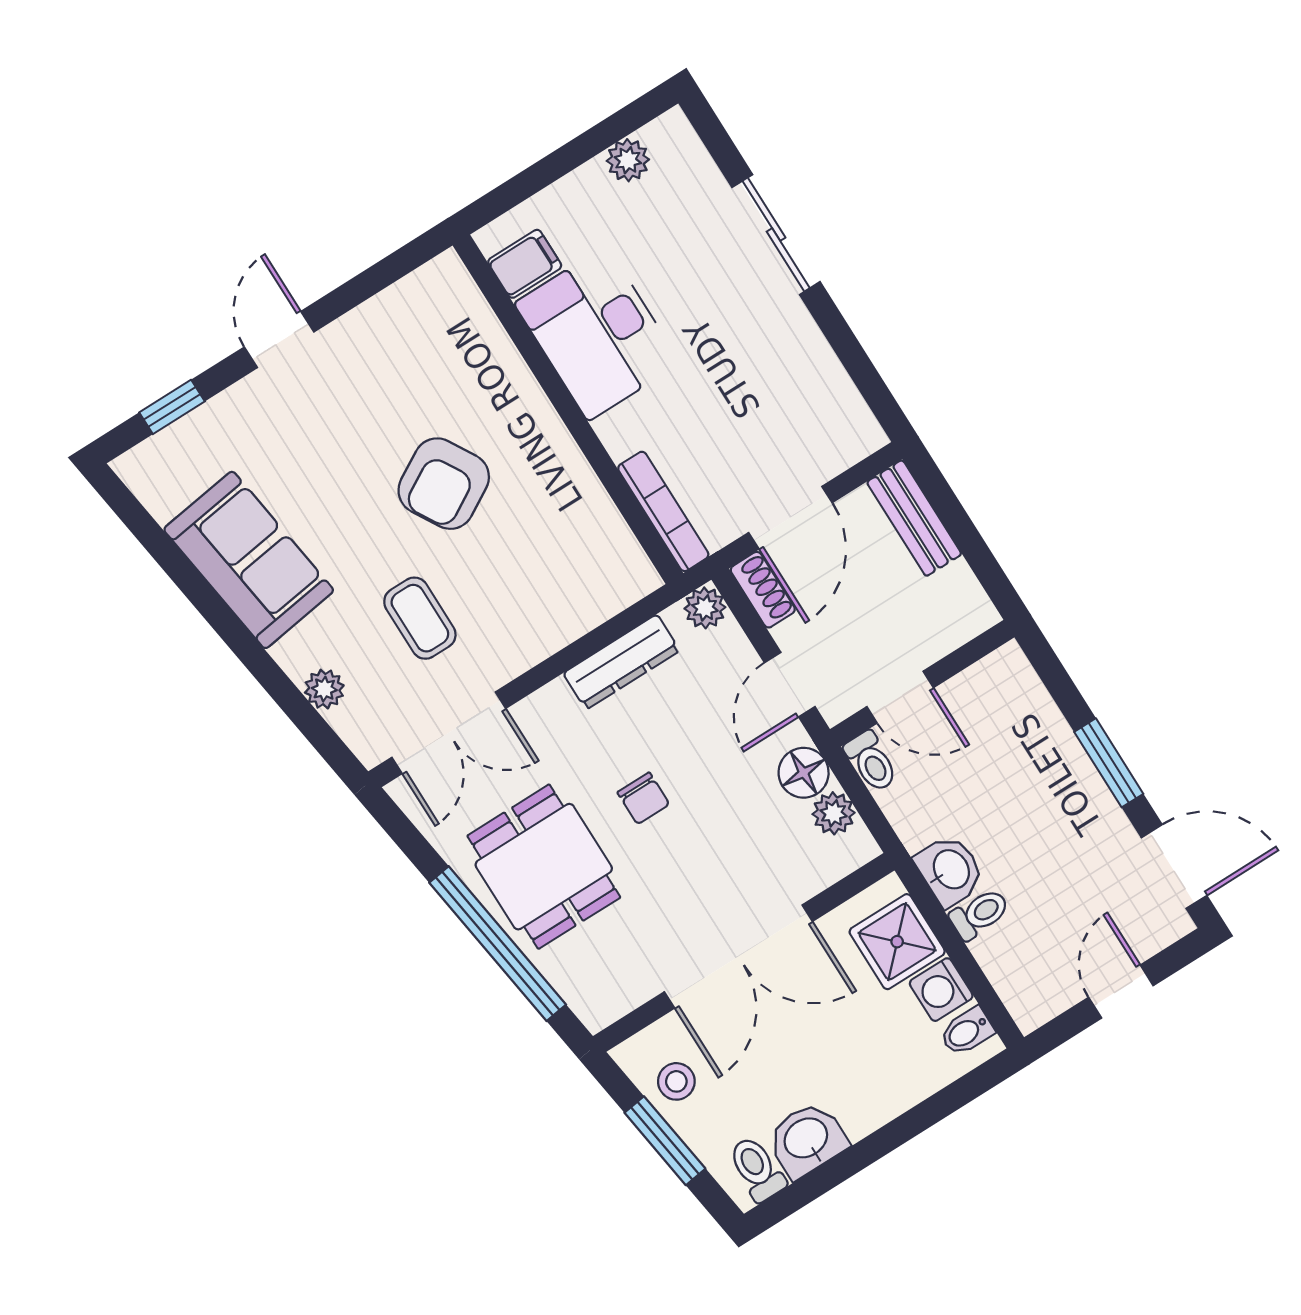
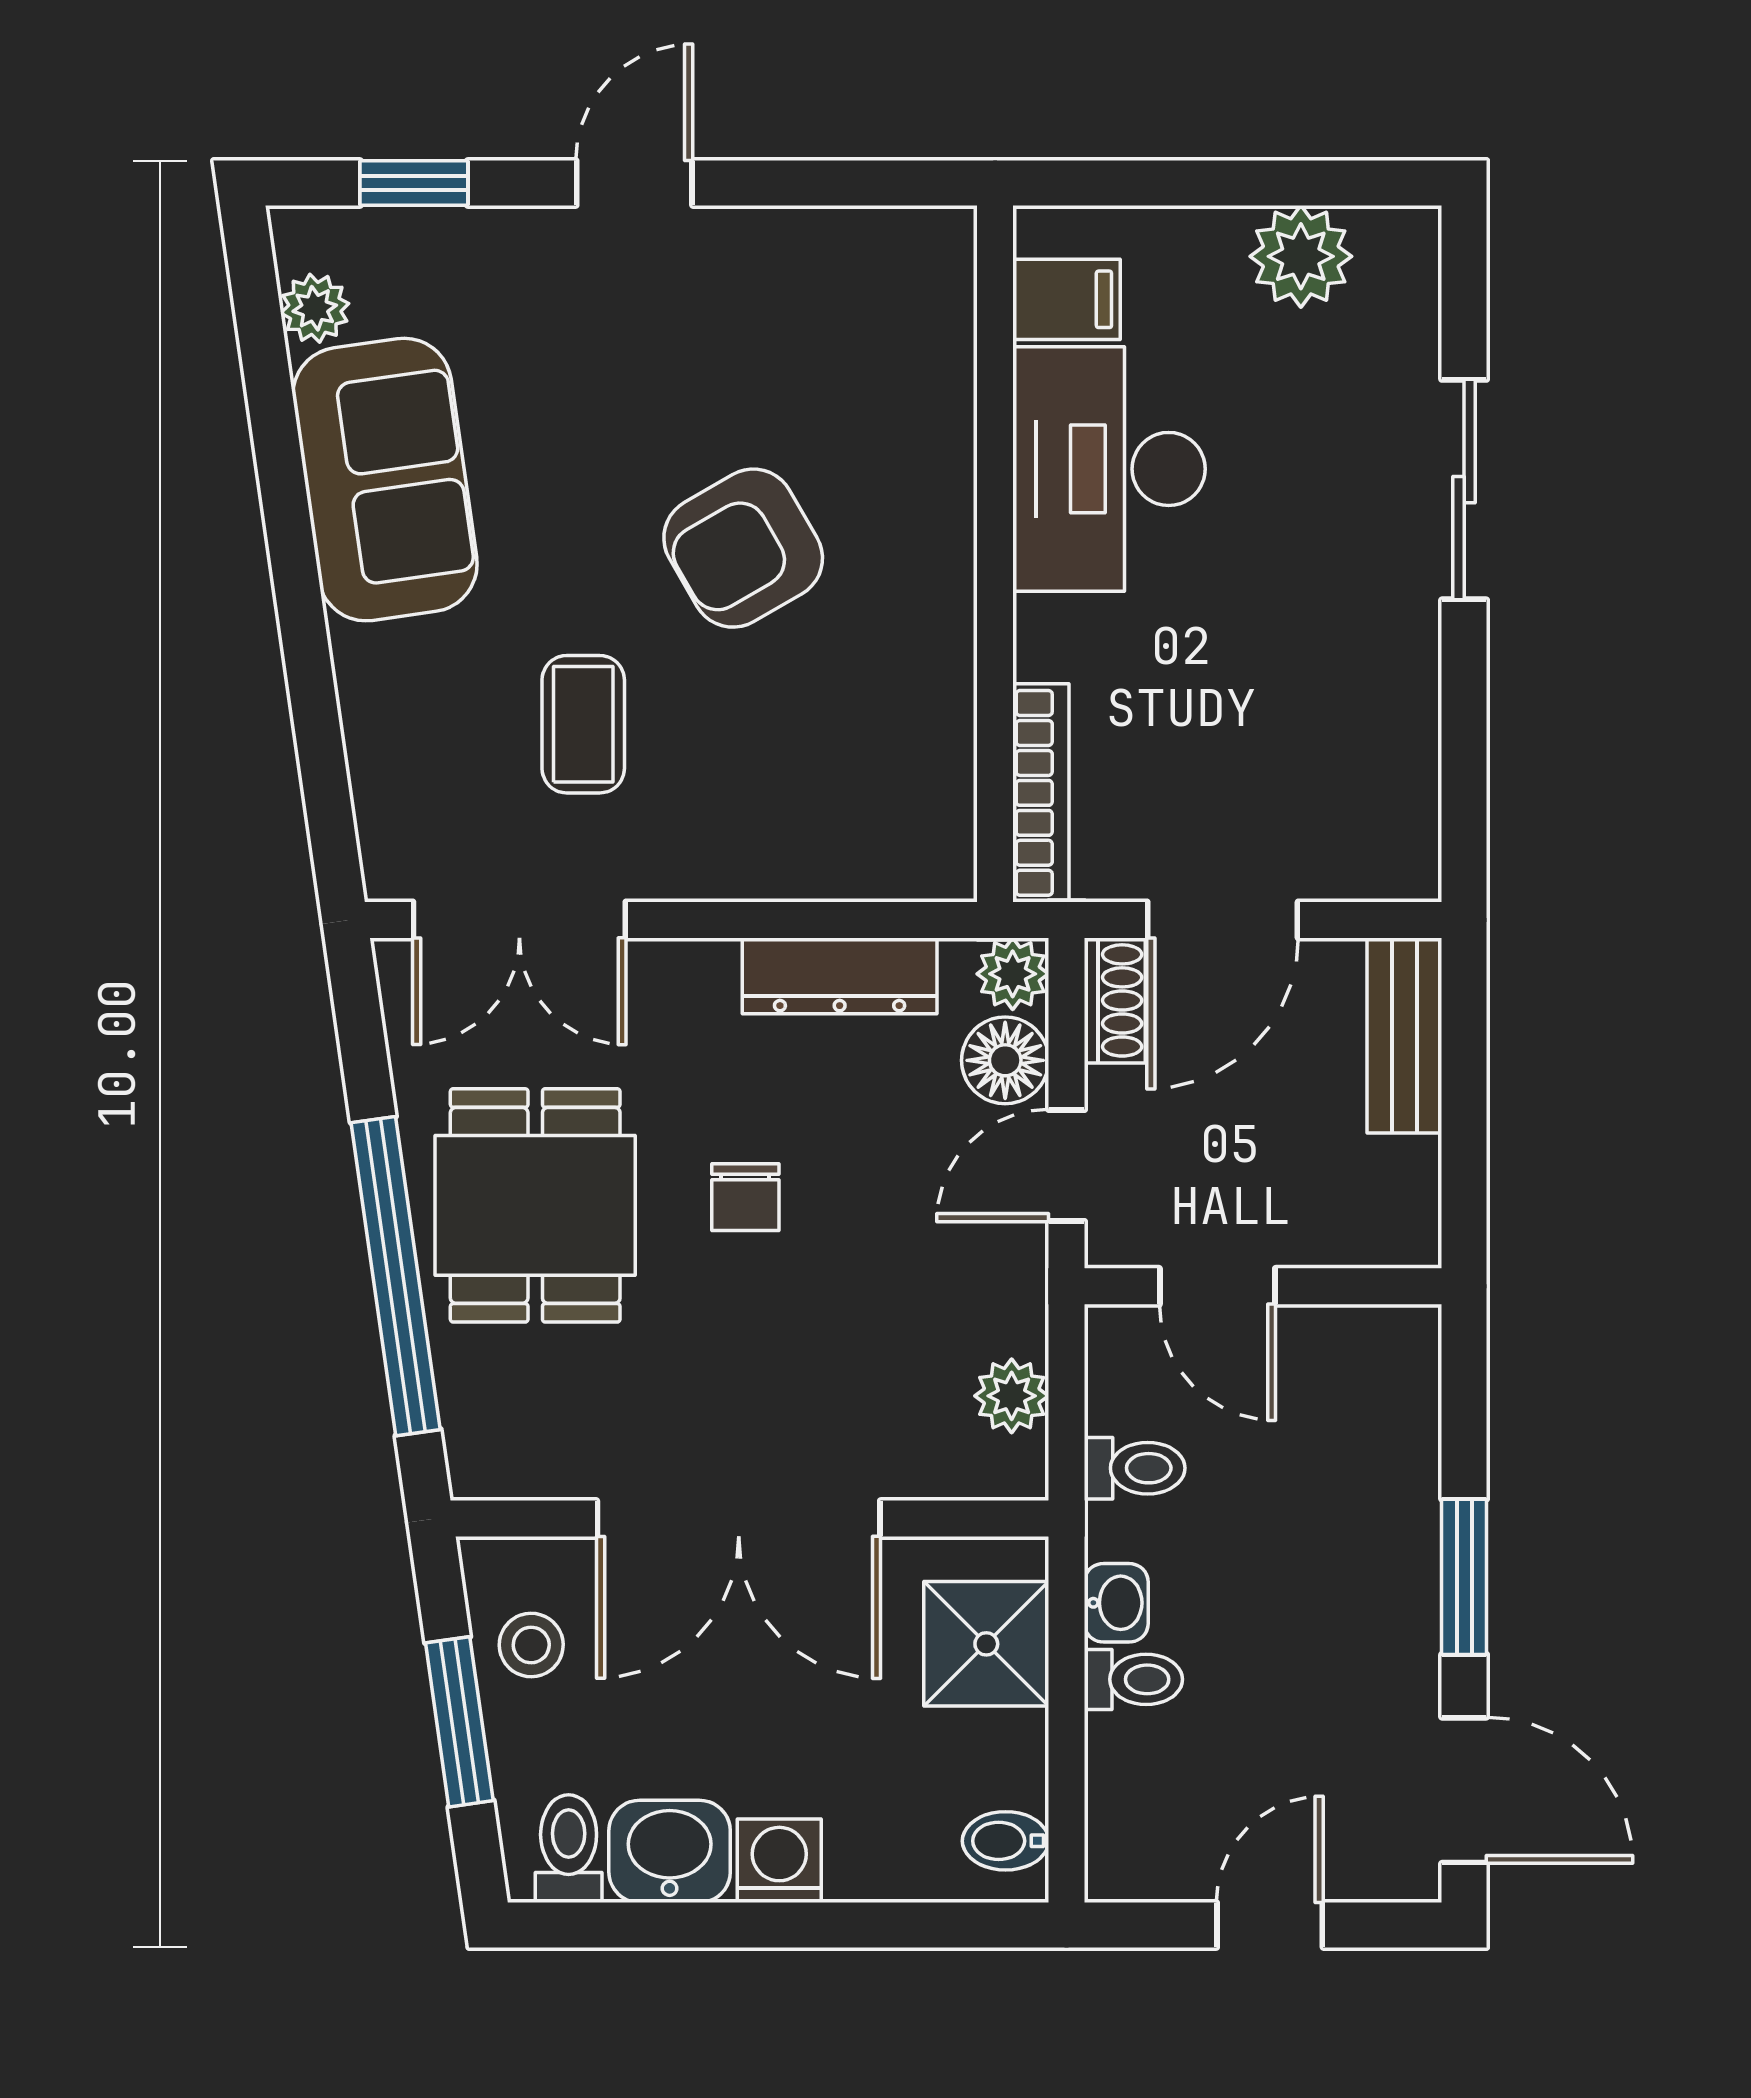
plant: (628, 160) -> (1301, 256), width x1.38, depth x1.38
plant: (324, 689) -> (315, 308), moved
toilet: (871, 762) -> (1135, 1468), moved, turned -90
floor lamp: (804, 773) -> (1005, 1060), moved
washbasin: (950, 870) -> (1116, 1603), width x0.72, depth x0.69
washing machine: (941, 990) -> (779, 1861), moved, turned 90

